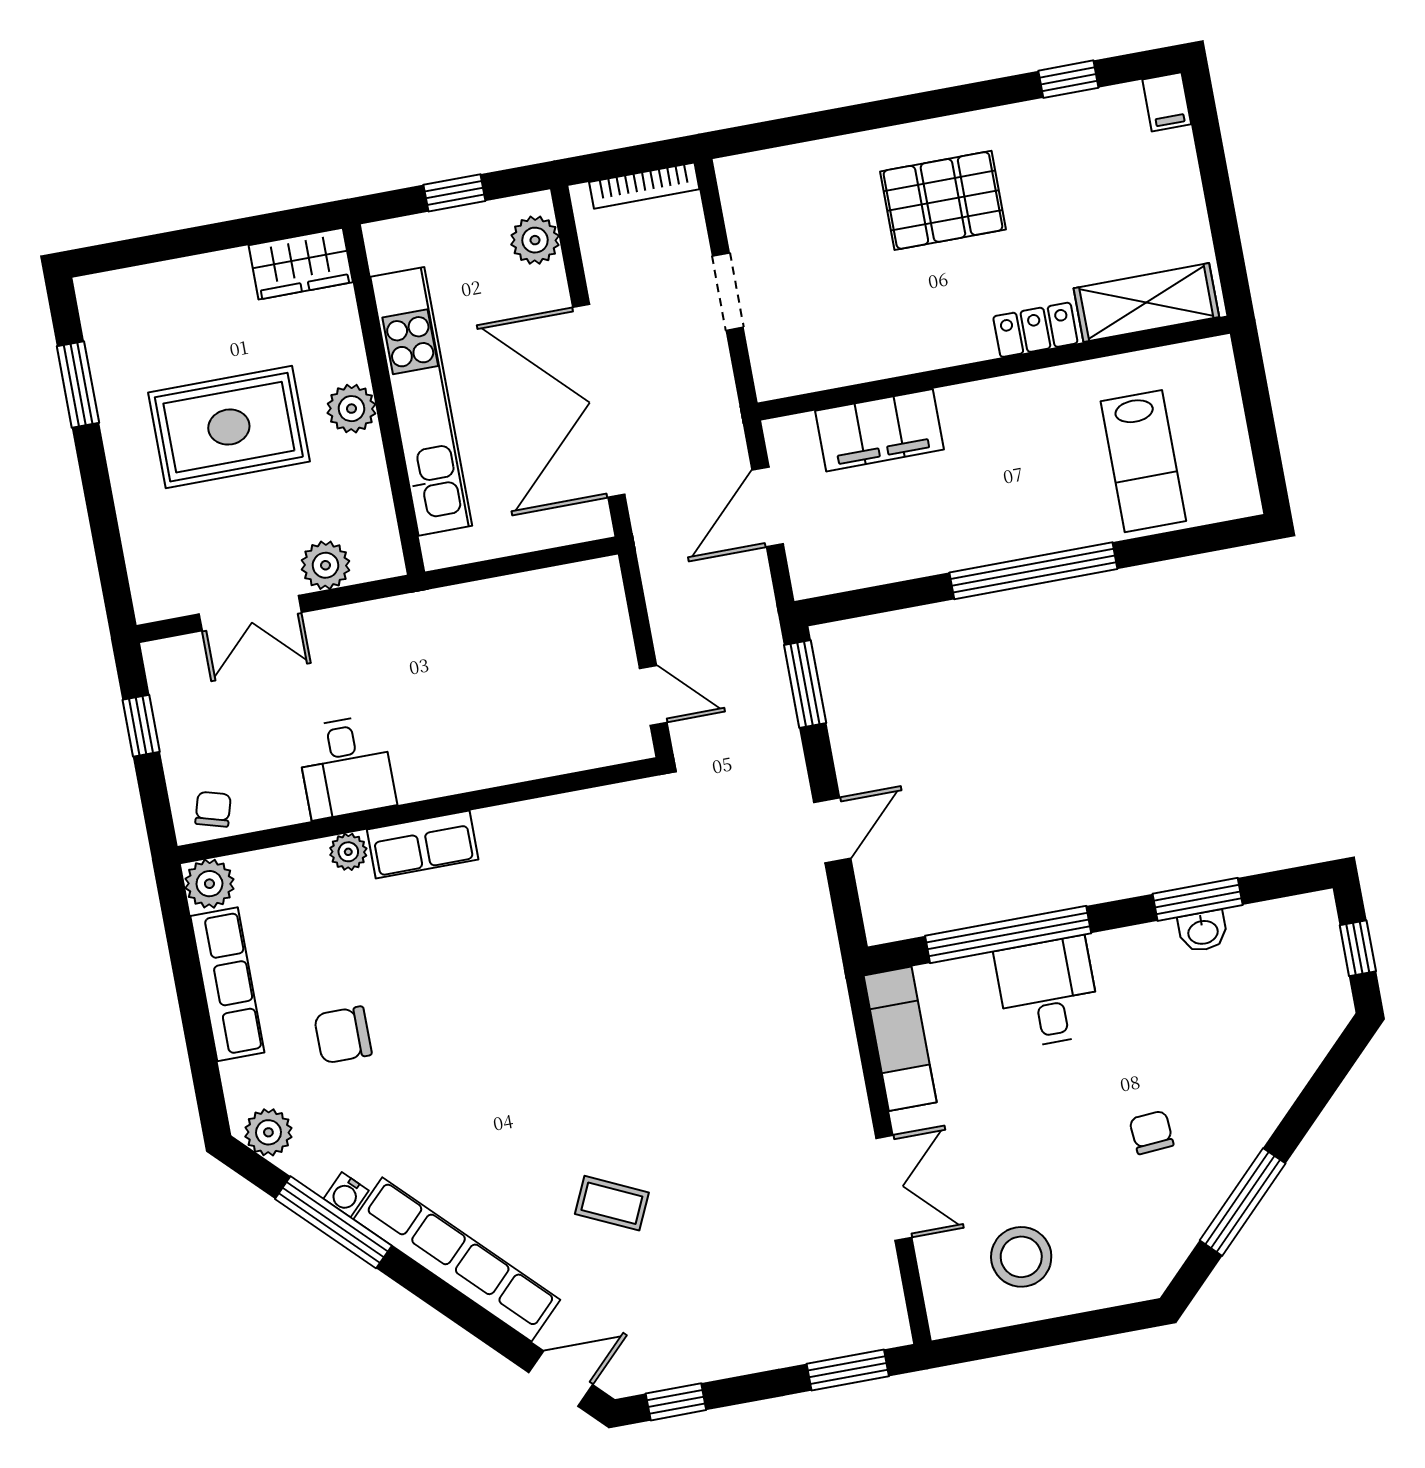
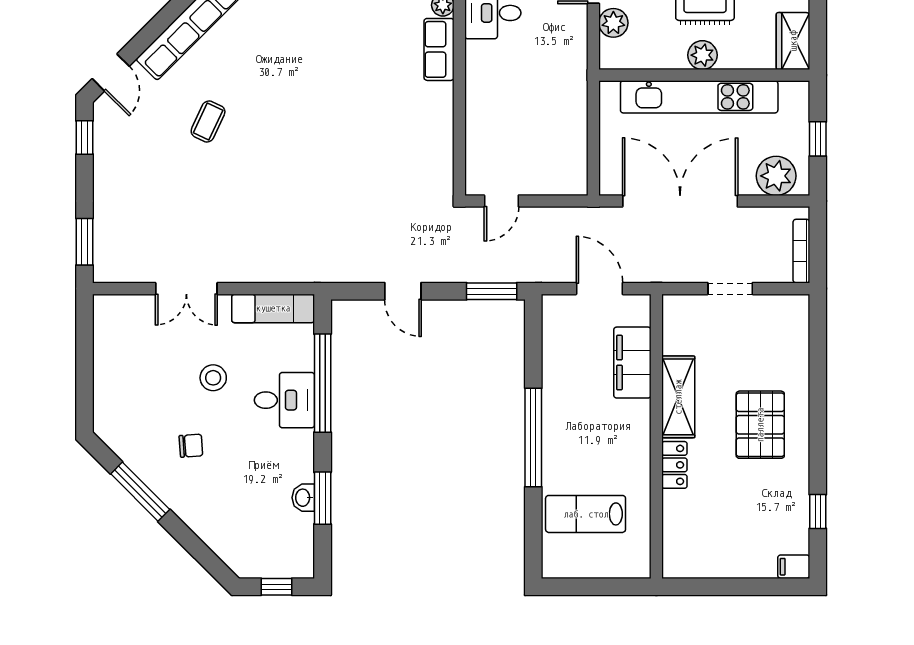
plant: (535, 240) -> (776, 176), width x1.36, depth x1.36
shelving: (1146, 303) -> (678, 397), moved
stool: (1021, 1257) -> (213, 378), moved, width x0.73, depth x0.73

